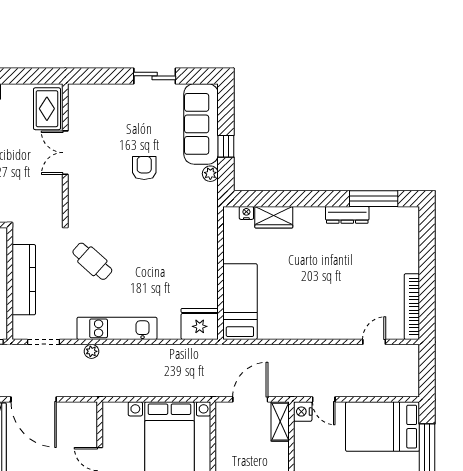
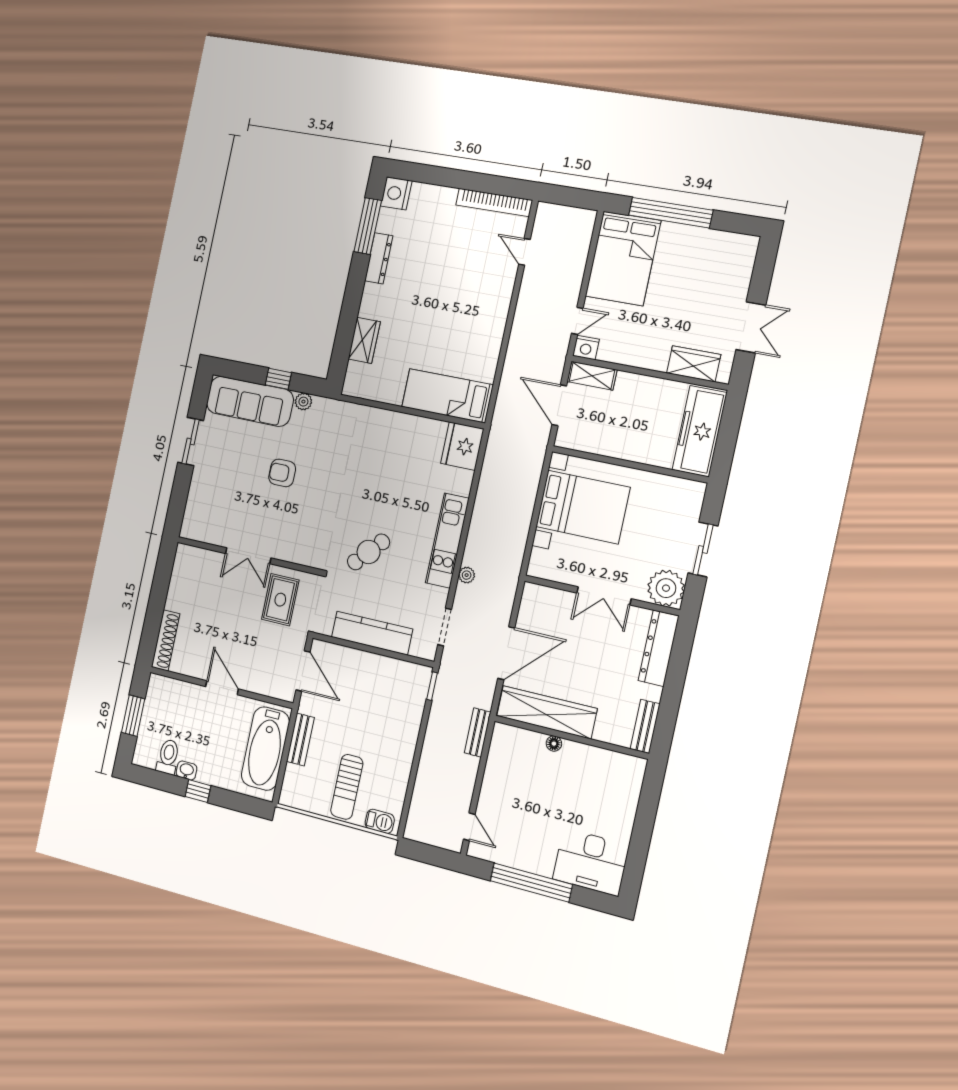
rug: (47, 109) -> (280, 600), moved, turned 90
nightstand: (246, 213) -> (396, 193), moved, width x1.89, depth x1.79

